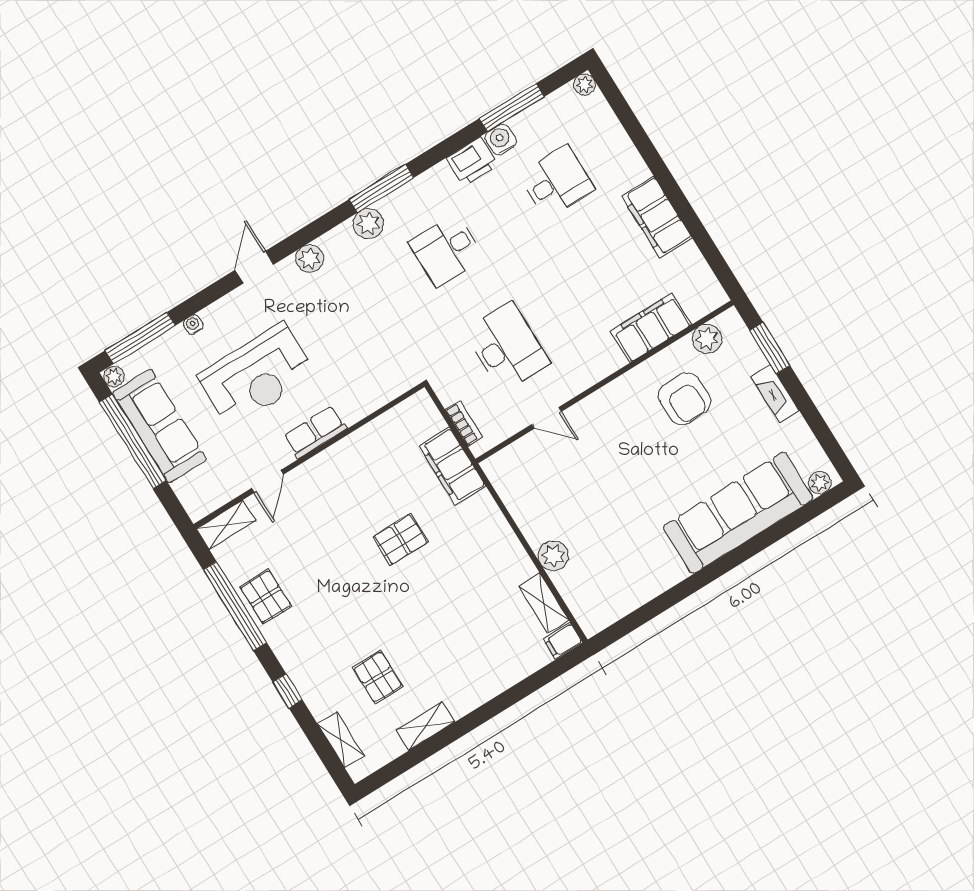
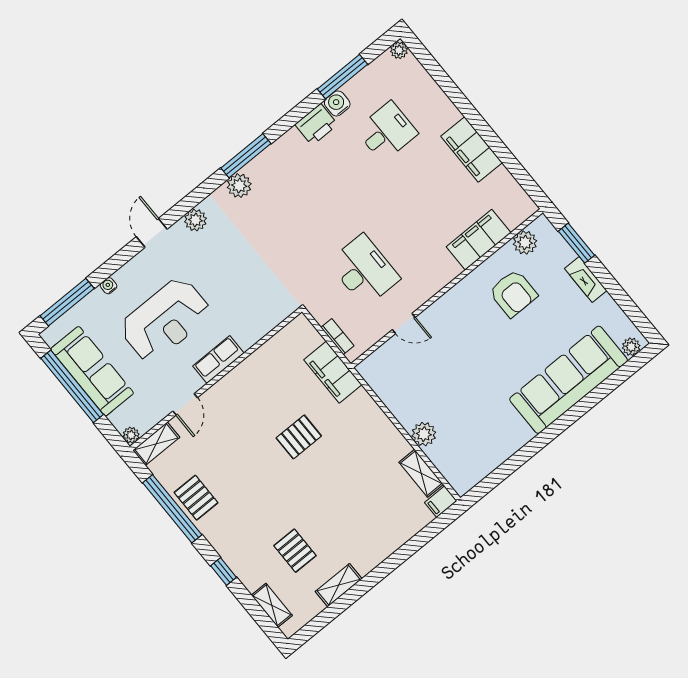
desk: (447, 250) -> (305, 198), removed
plant: (114, 377) -> (131, 435), moved

